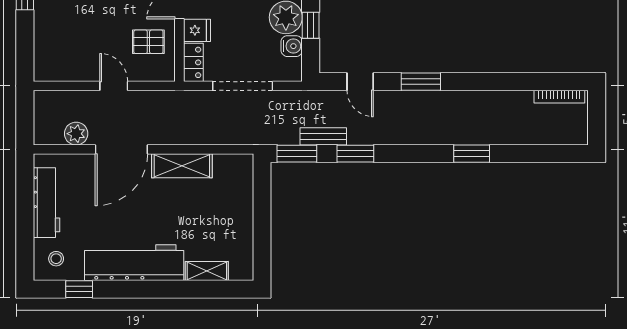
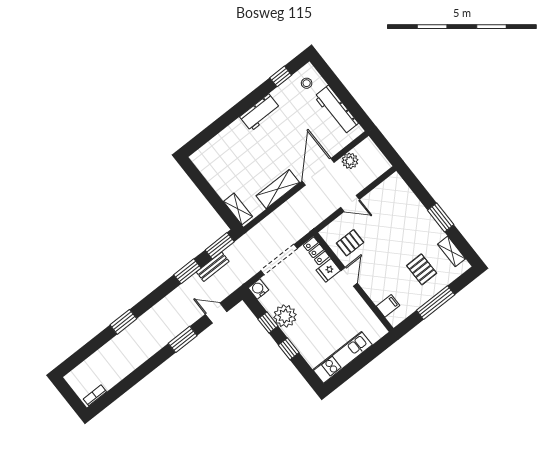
water cooler: (292, 46) -> (258, 289), moved, turned 90
bookcase: (559, 97) -> (95, 395), width x0.64
workbench: (134, 263) -> (260, 113), width x0.53, depth x0.76
shelving: (207, 271) -> (238, 209), moved, turned 90

